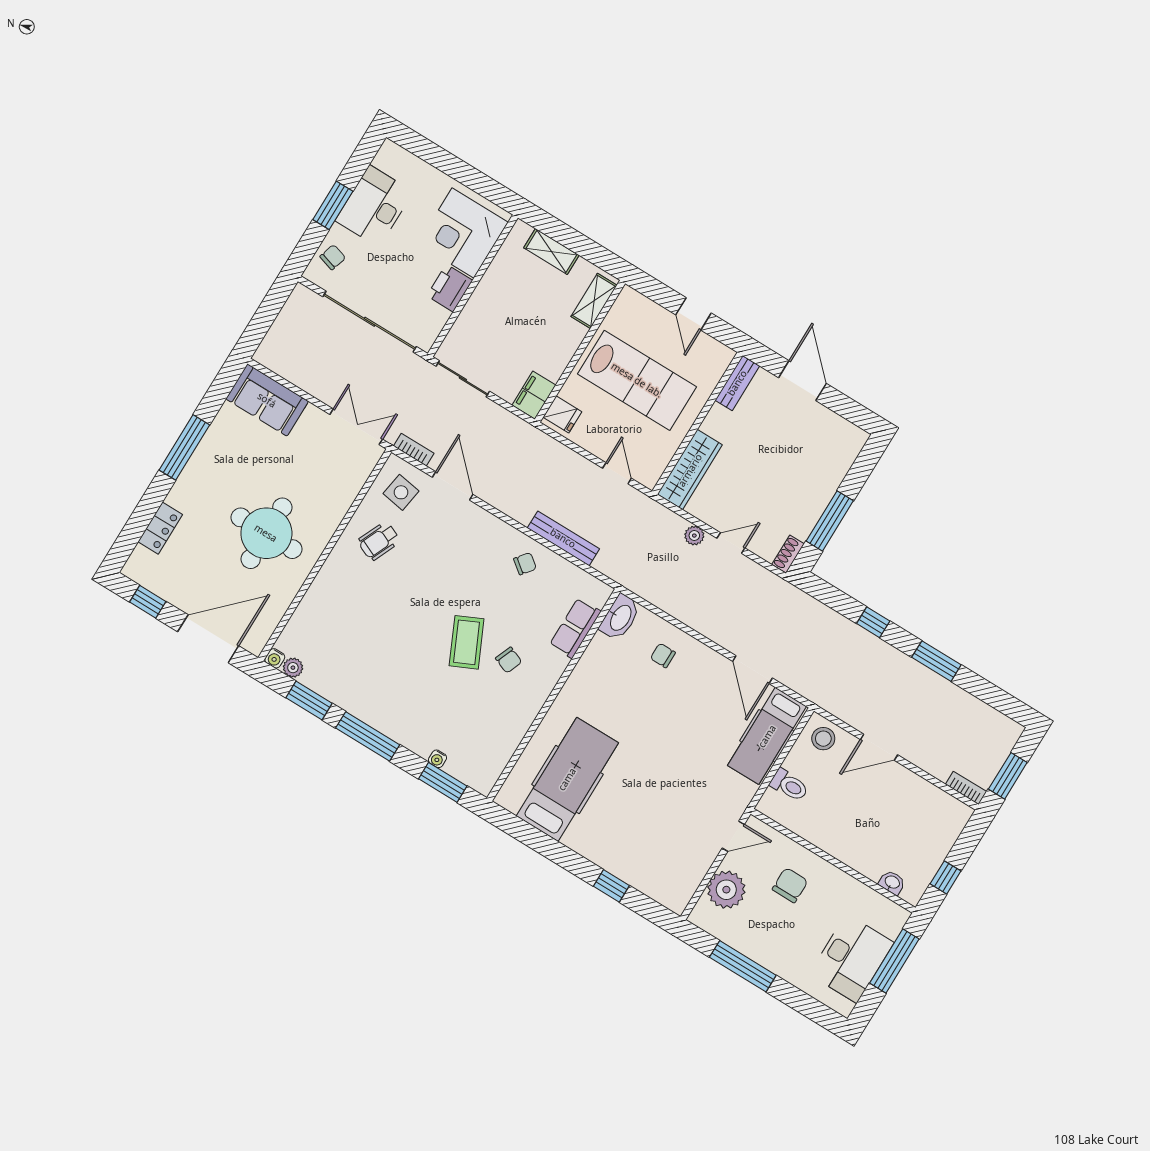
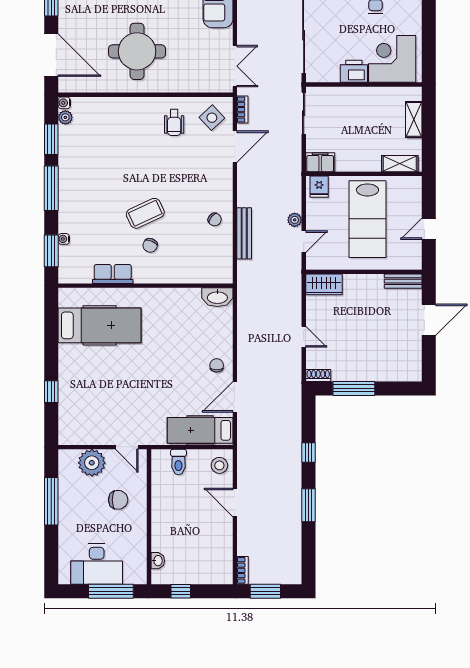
wardrobe: (690, 470) -> (324, 284), width x0.67
side table: (401, 492) -> (212, 118), turned 38
plant: (694, 536) -> (295, 220), moved
wheelchair: (379, 541) -> (174, 122), turned -114
row of seats: (575, 628) -> (113, 274), moved
chair: (663, 655) -> (217, 365), moved

